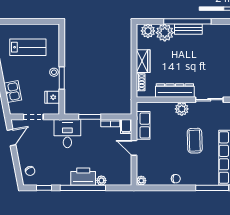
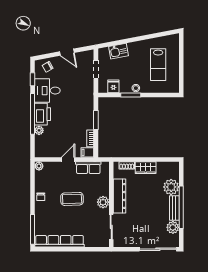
plant: (148, 31) -> (173, 227), moved
desk: (67, 134) -> (47, 91), moved, turned 180
door: (12, 138) -> (67, 52), moved
coffee table: (195, 141) -> (72, 199), moved

